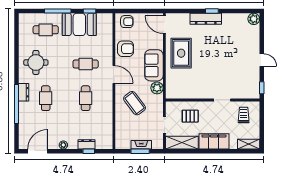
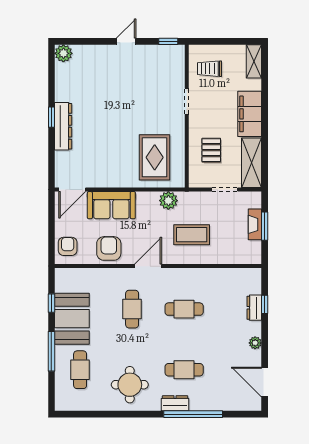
rug: (181, 53) -> (155, 157), moved, turned 90
sofa: (154, 65) -> (111, 205), moved
coffee table: (135, 103) -> (192, 235), turned 37

